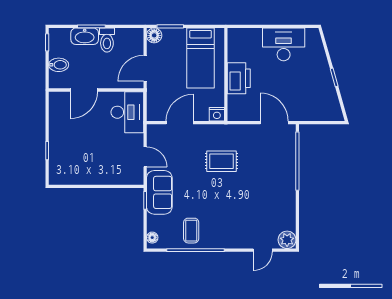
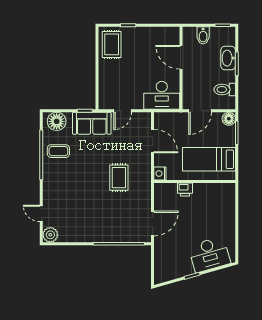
toilet: (107, 40) -> (225, 90), moved
desk: (284, 44) -> (209, 255), moved, turned 74
door: (145, 68) -> (200, 111), swing flipped
printer: (239, 78) -> (185, 189), width x0.53, depth x0.68
rug: (69, 170) -> (112, 44), added
floor lamp: (152, 238) -> (57, 121), width x1.89, depth x1.89

